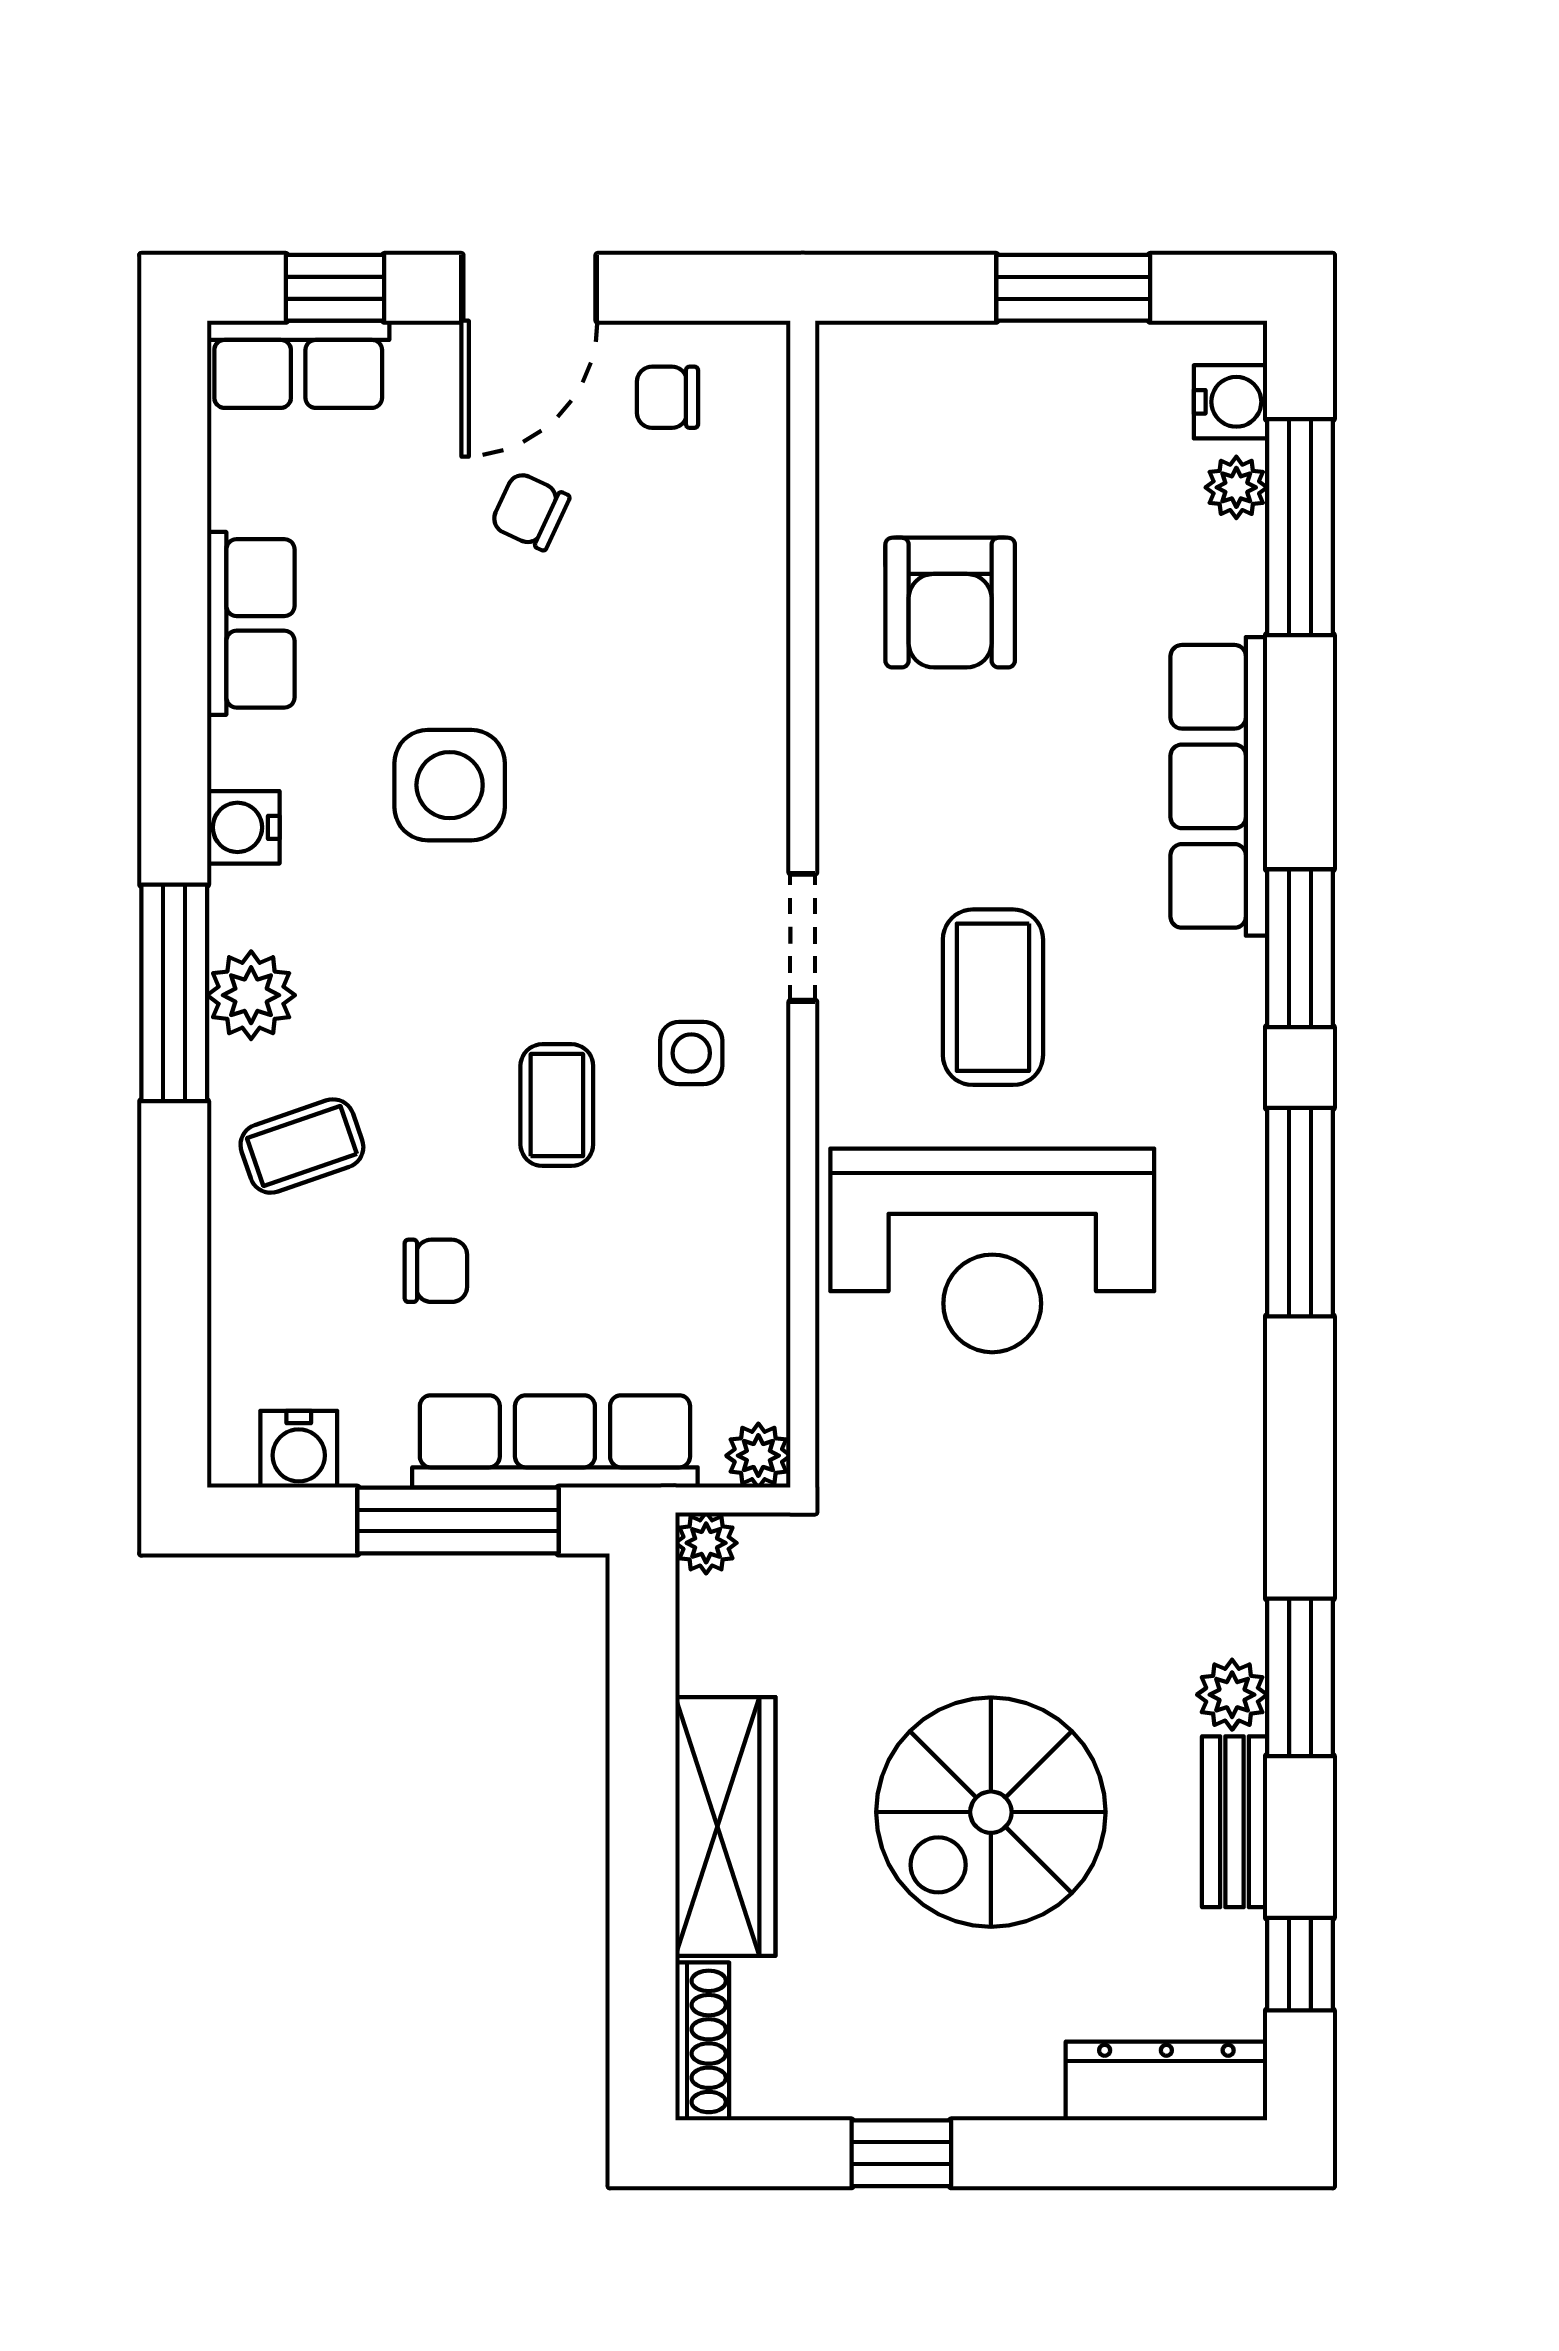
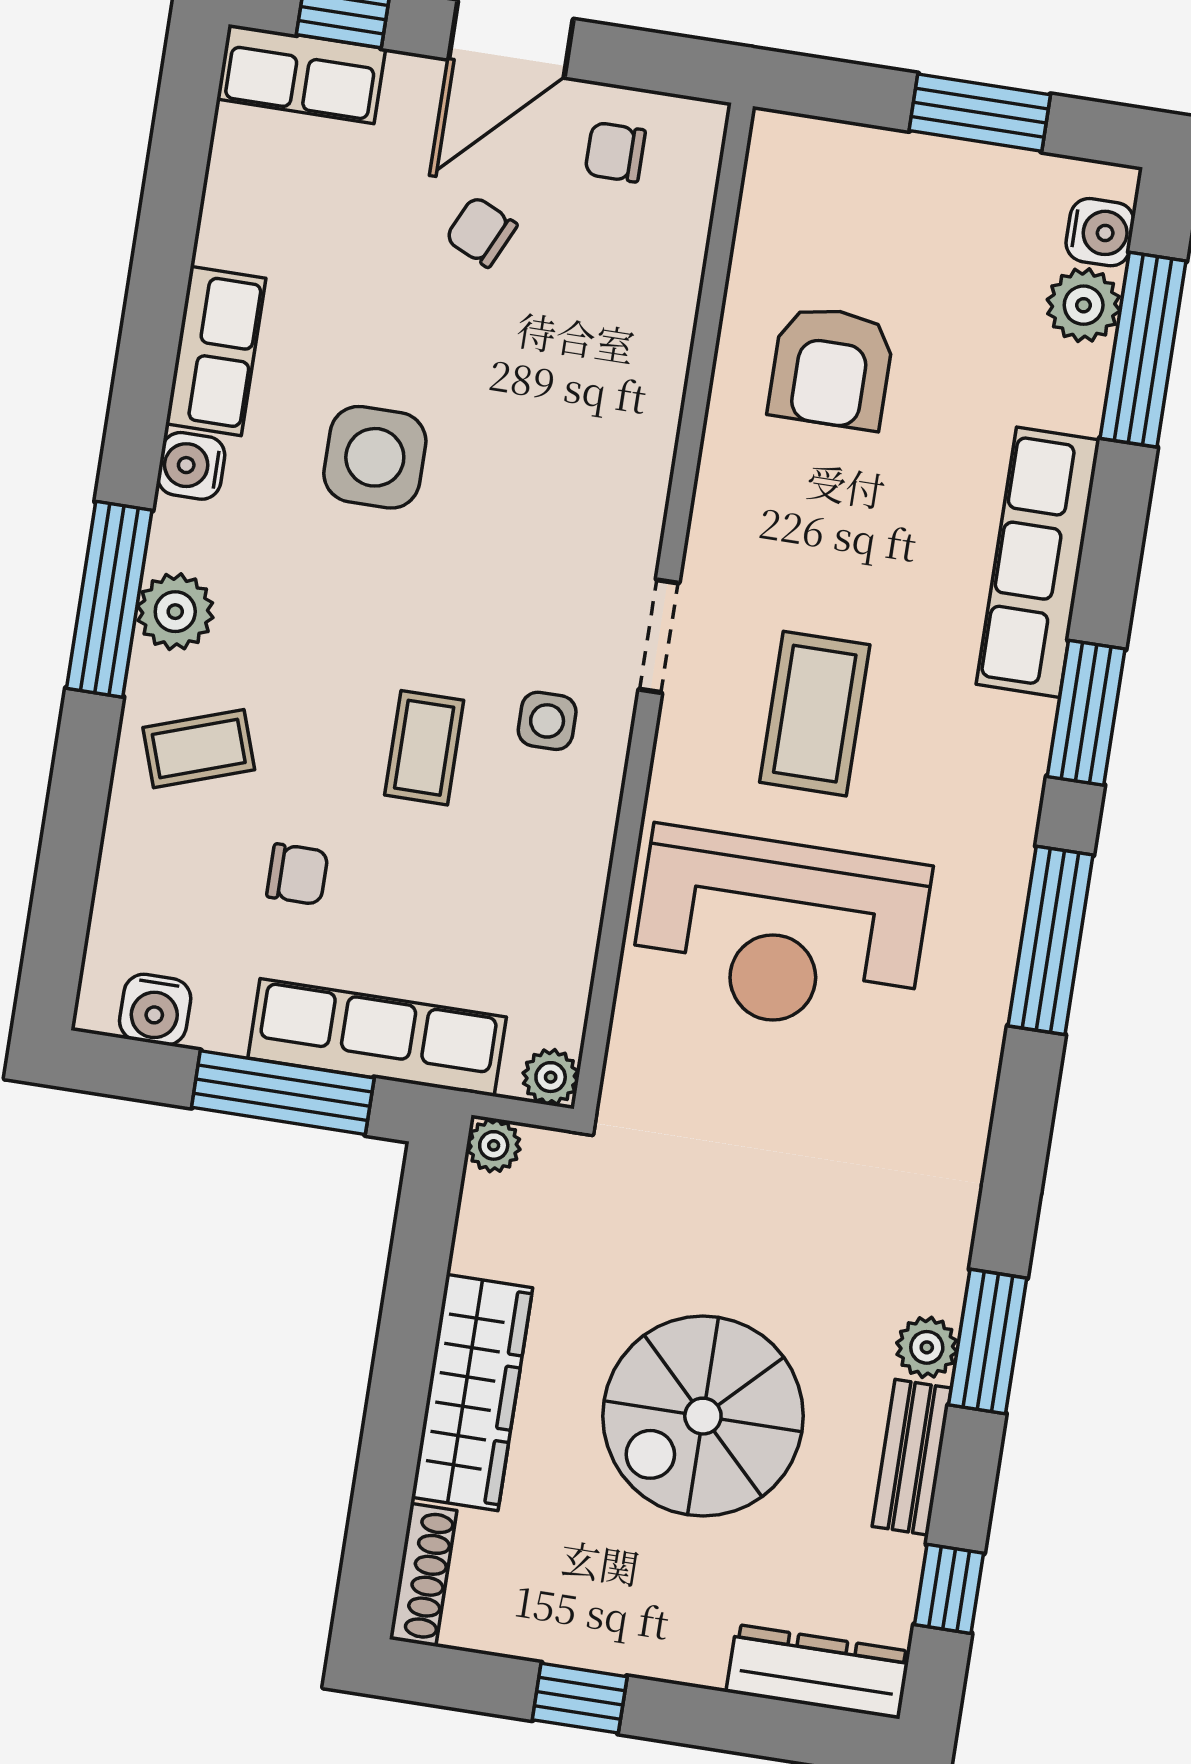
plant: (1236, 487) -> (1084, 305), width x1.38, depth x1.38
row of seats: (251, 623) -> (216, 351), moved

